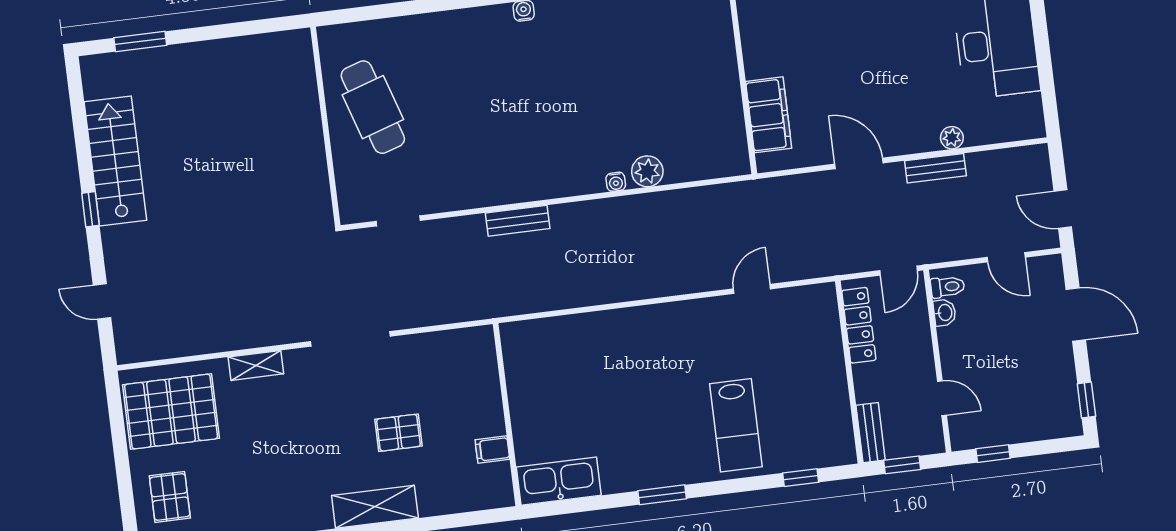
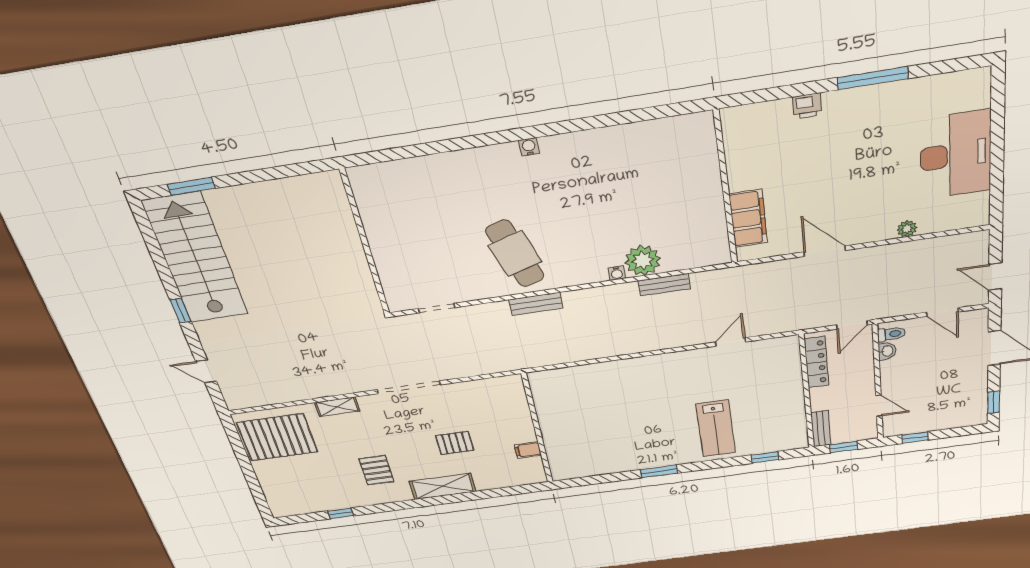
cafe table: (373, 107) -> (515, 254), moved
stairs: (115, 161) -> (196, 259), width x1.36, depth x1.51
bench: (935, 168) -> (664, 285), moved
plant: (647, 171) -> (643, 261), width x1.36, depth x1.36
kitchen sink: (559, 481) -> (580, 467), removed
pallet: (170, 497) -> (376, 470), moved

